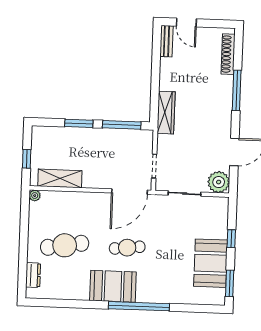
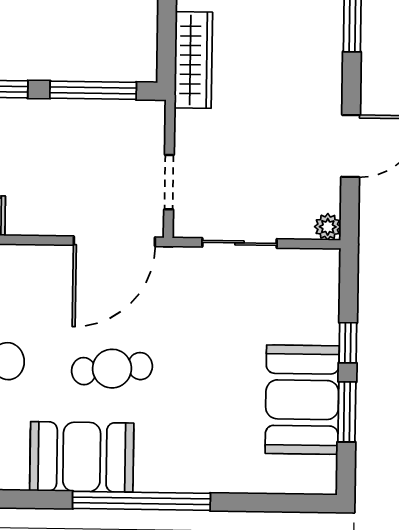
plant: (219, 182) -> (328, 227), width x0.53, depth x0.53
window: (230, 283) -> (347, 412), moved

